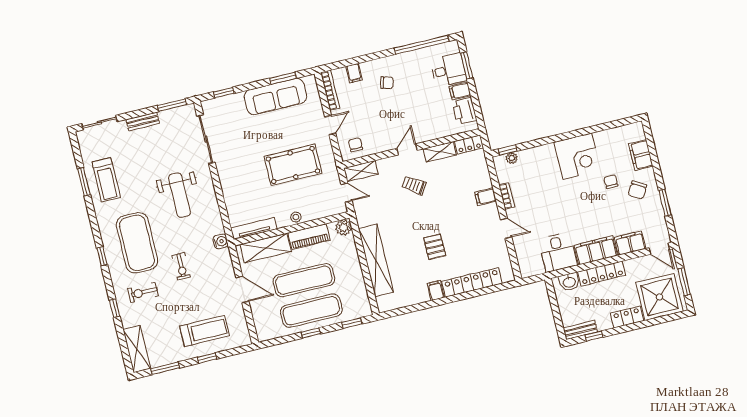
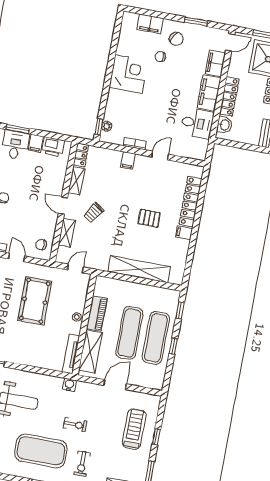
shelving: (361, 171) -> (67, 233), moved
plant: (344, 228) -> (102, 283), removed

